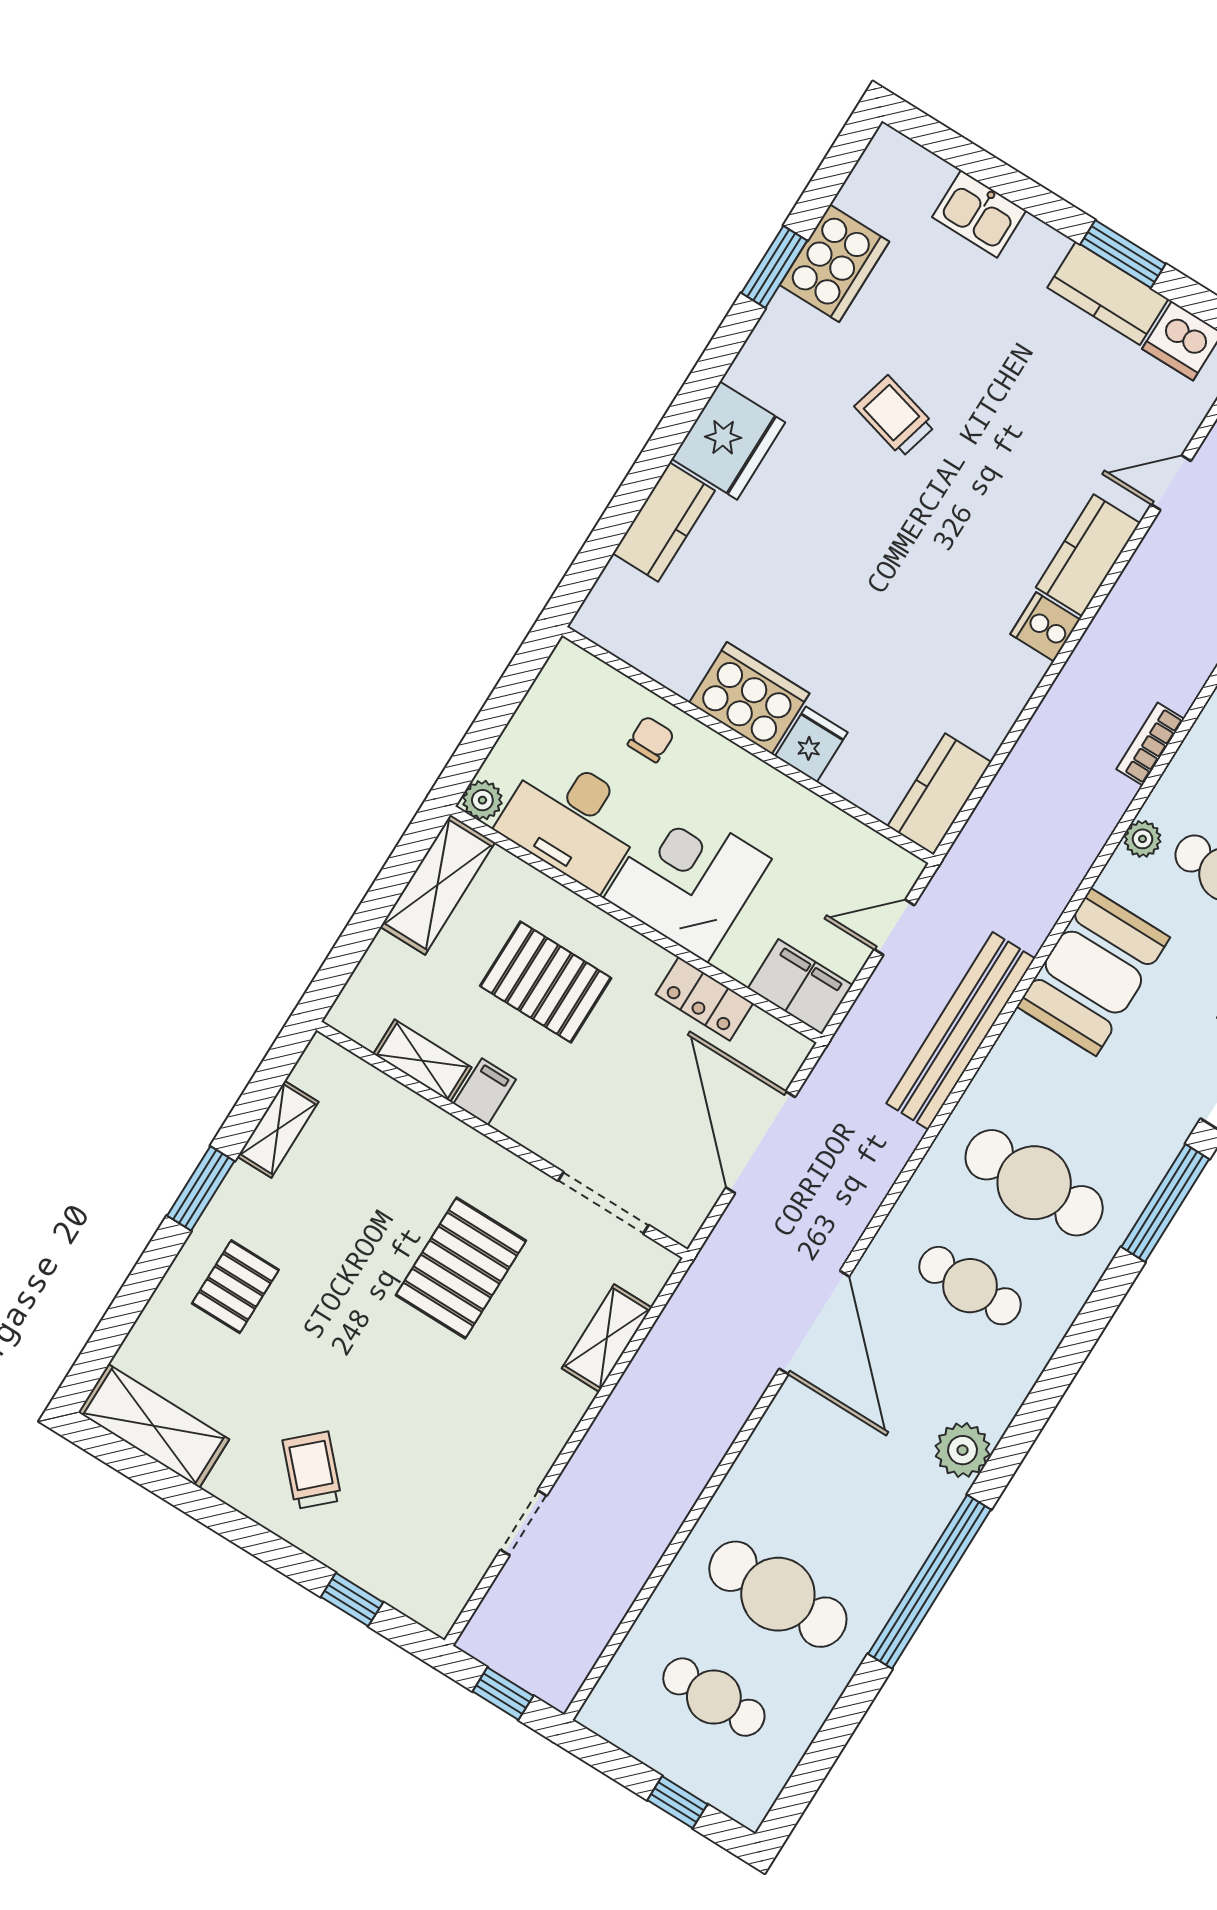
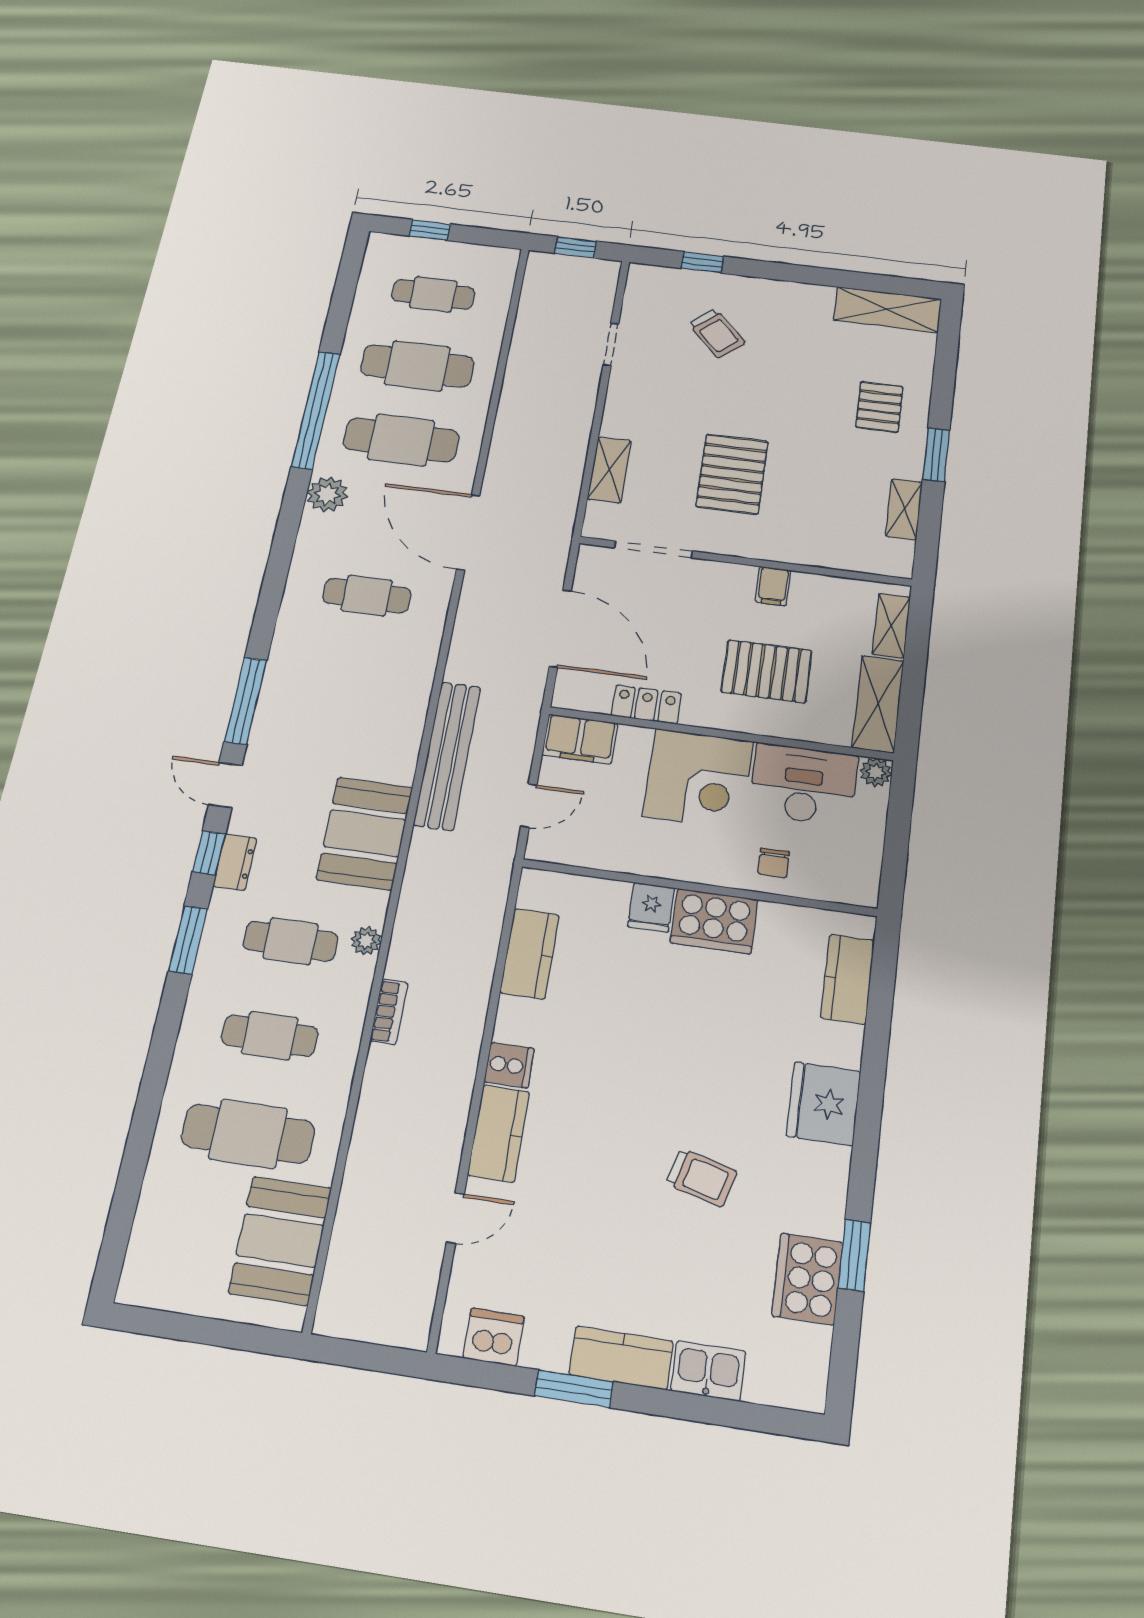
kitchen counter: (1108, 293) -> (621, 1358), moved
kitchen counter: (664, 522) -> (848, 979), moved
kitchen counter: (939, 794) -> (530, 954), moved
shelving: (422, 1061) -> (891, 626), moved, turned 90
cafe table: (1034, 1183) -> (401, 440), moved
trolley: (312, 1470) -> (717, 333), moved

